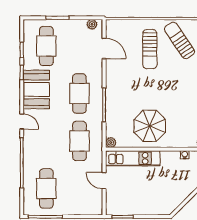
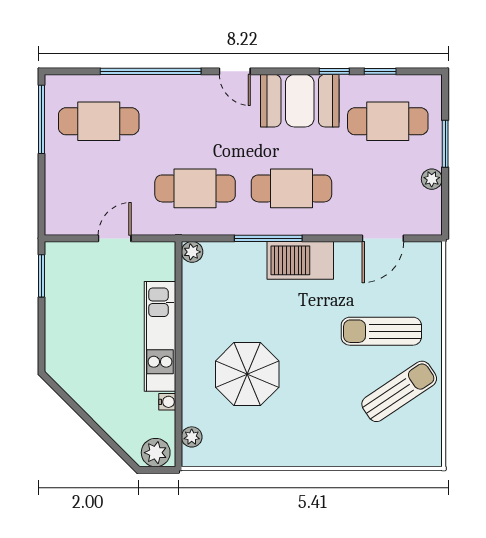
plant: (92, 24) -> (432, 179), moved
barbecue: (115, 89) -> (300, 260), added
door: (22, 121) -> (235, 71), hinge flipped
parasol: (150, 126) -> (247, 374), moved
kitchen unit: (133, 158) -> (160, 336), moved

